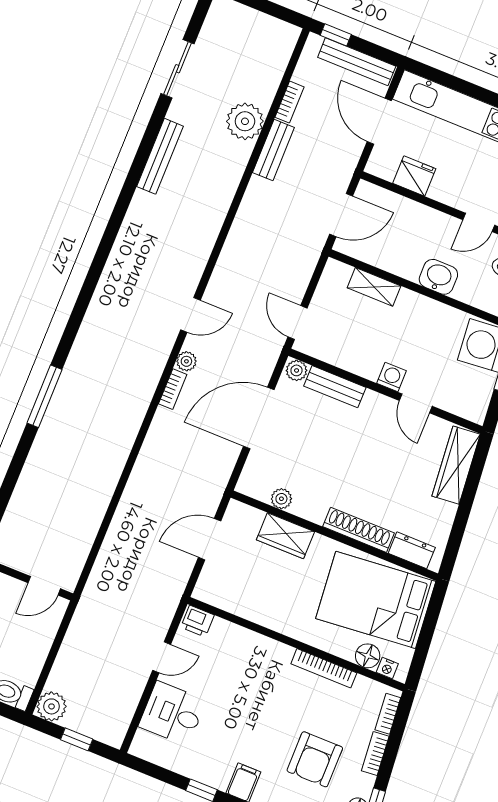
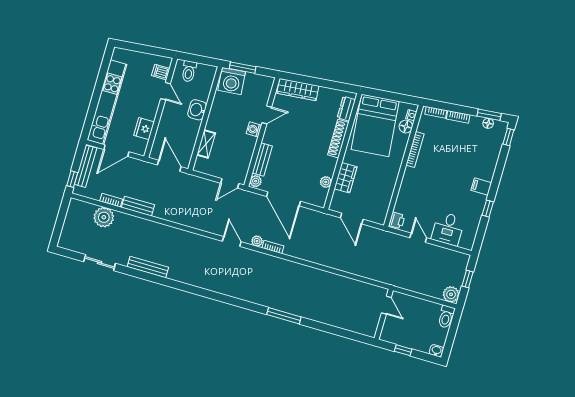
plant: (245, 121) -> (104, 217), moved
armchair: (315, 759) -> (465, 149), removed

